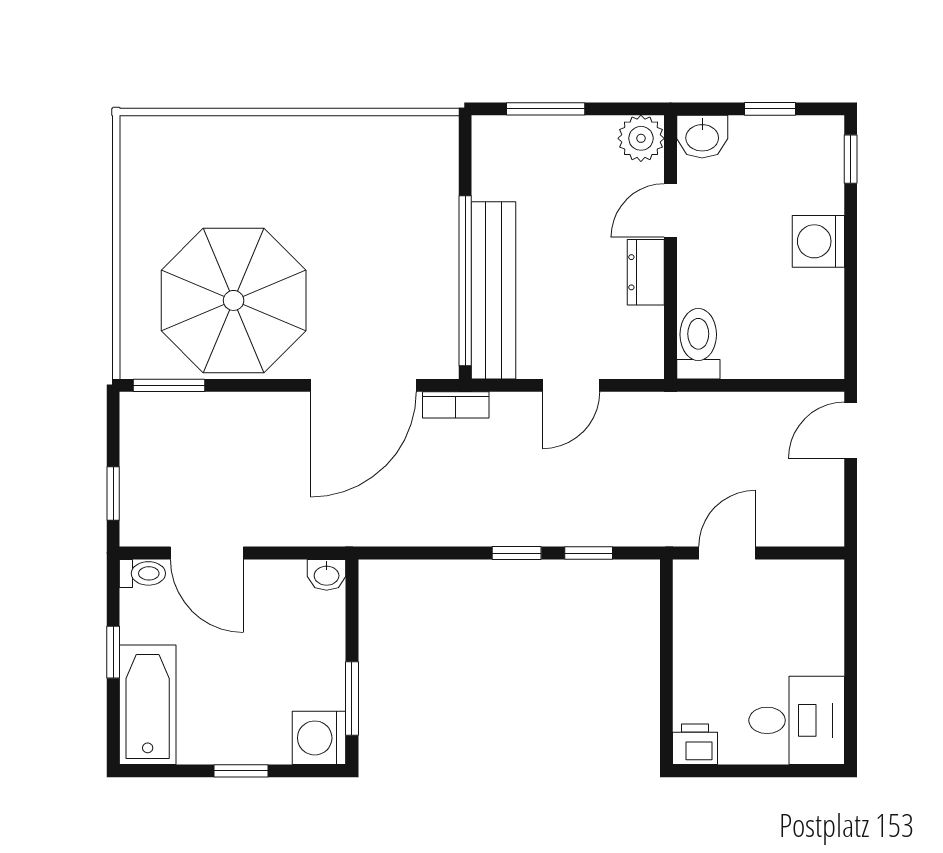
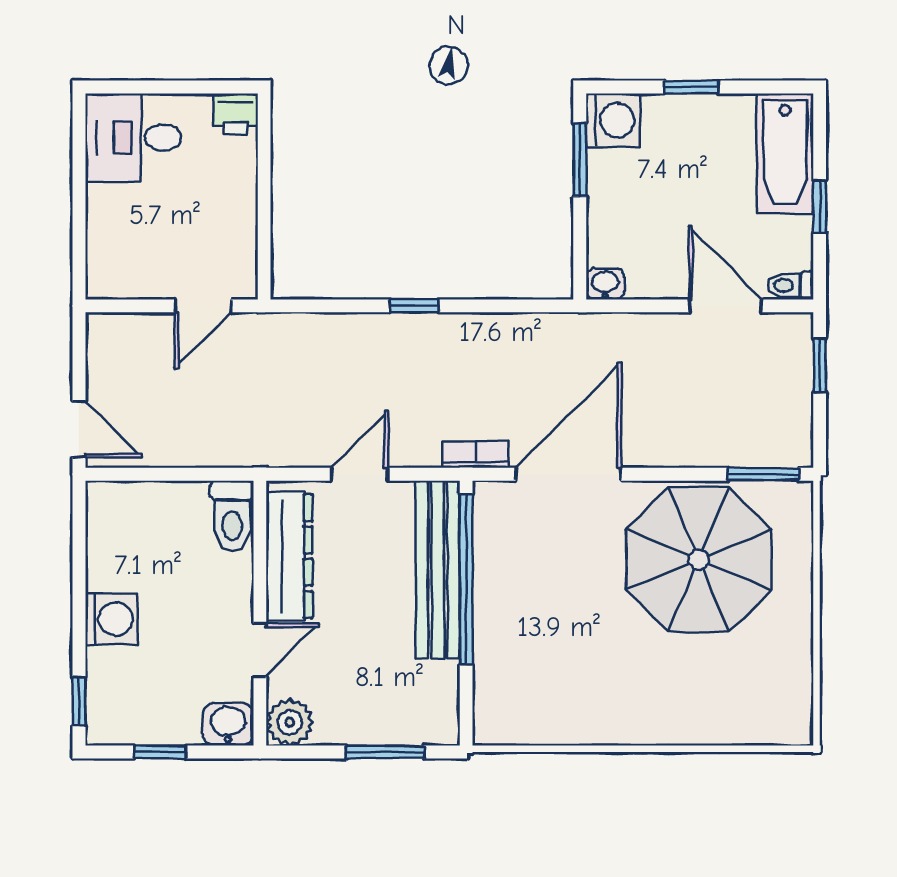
dresser: (646, 272) -> (289, 556), width x1.96, depth x1.24
door: (851, 430) -> (79, 429), hinge flipped
window: (589, 553) -> (342, 306), removed

